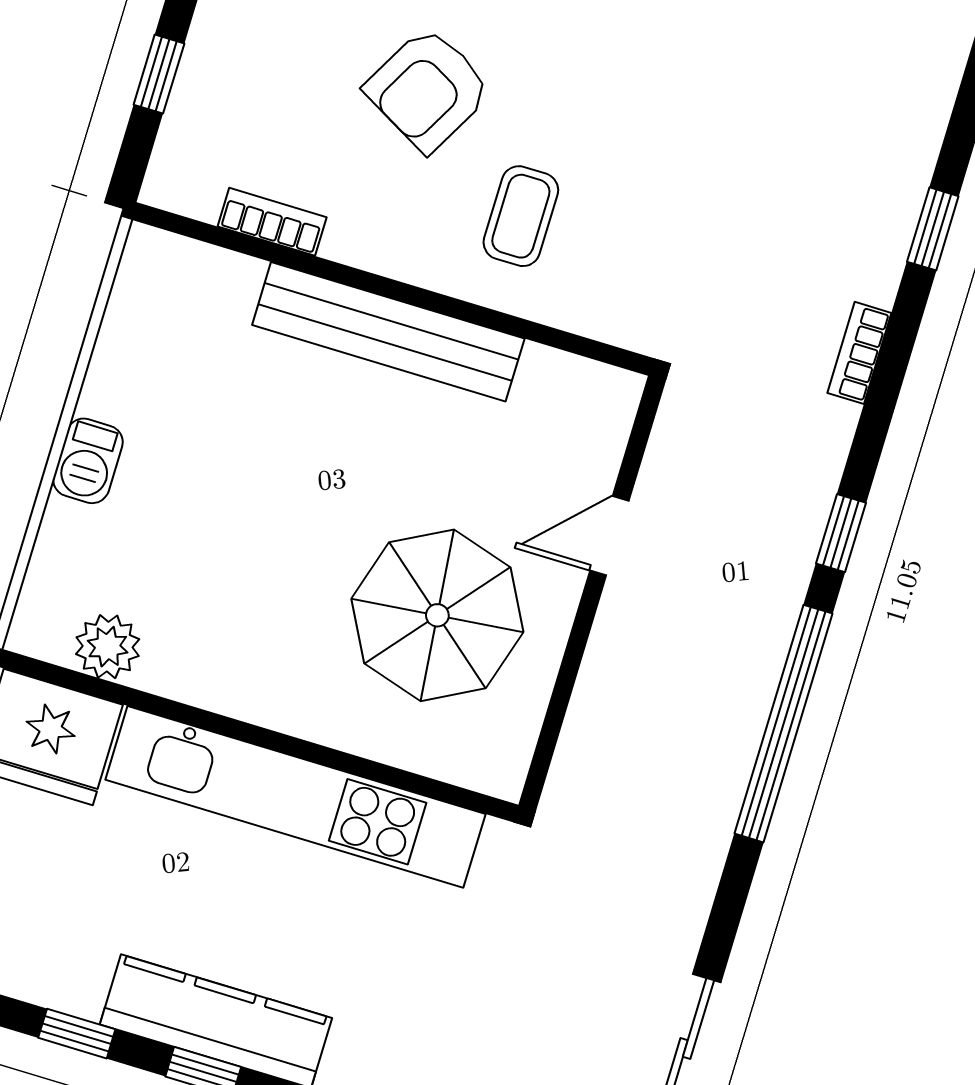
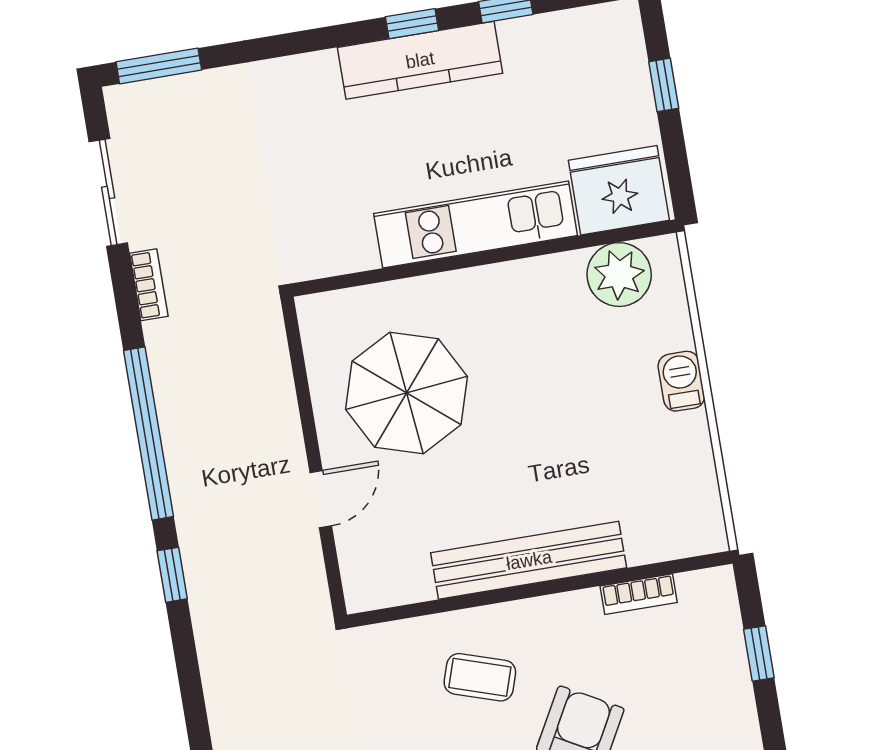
coffee table: (521, 216) -> (480, 677), turned -72
bookcase: (859, 353) -> (149, 285), moved
plant: (108, 647) -> (619, 275), width x1.36, depth x1.36
kitchen unit: (295, 797) -> (476, 225), width x0.73

